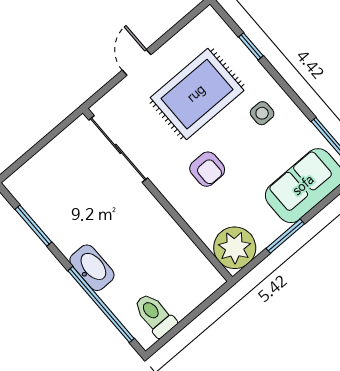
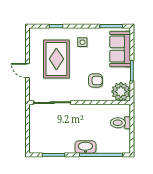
armchair: (207, 169) -> (95, 80), moved
toilet: (155, 315) -> (120, 123), moved

